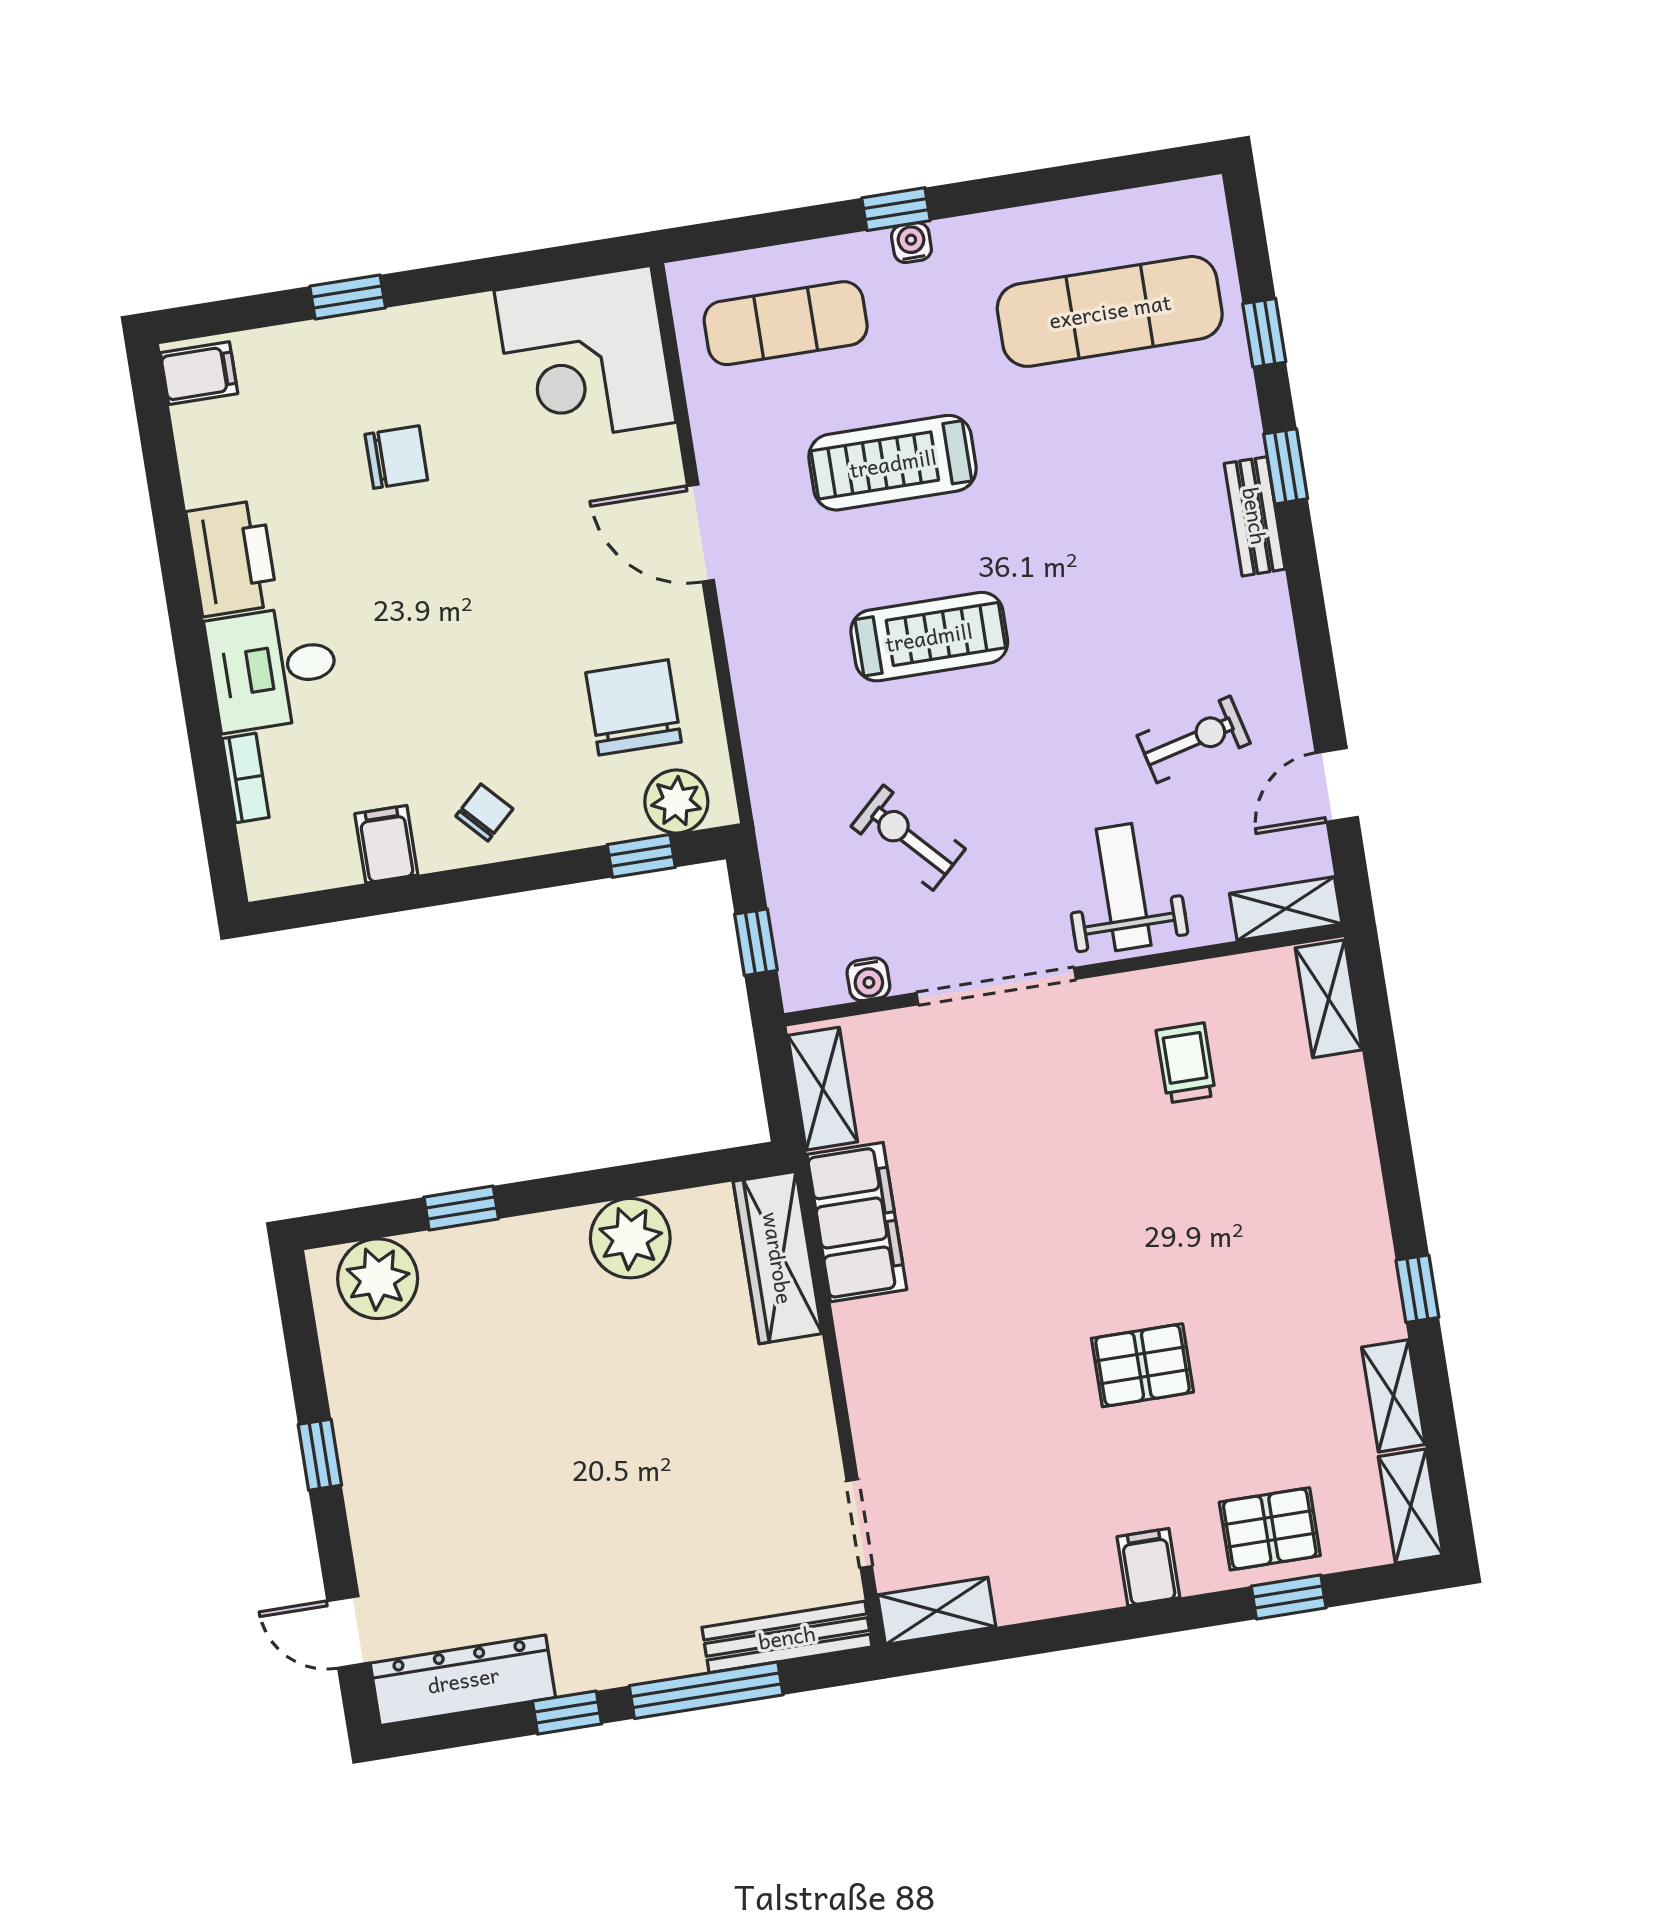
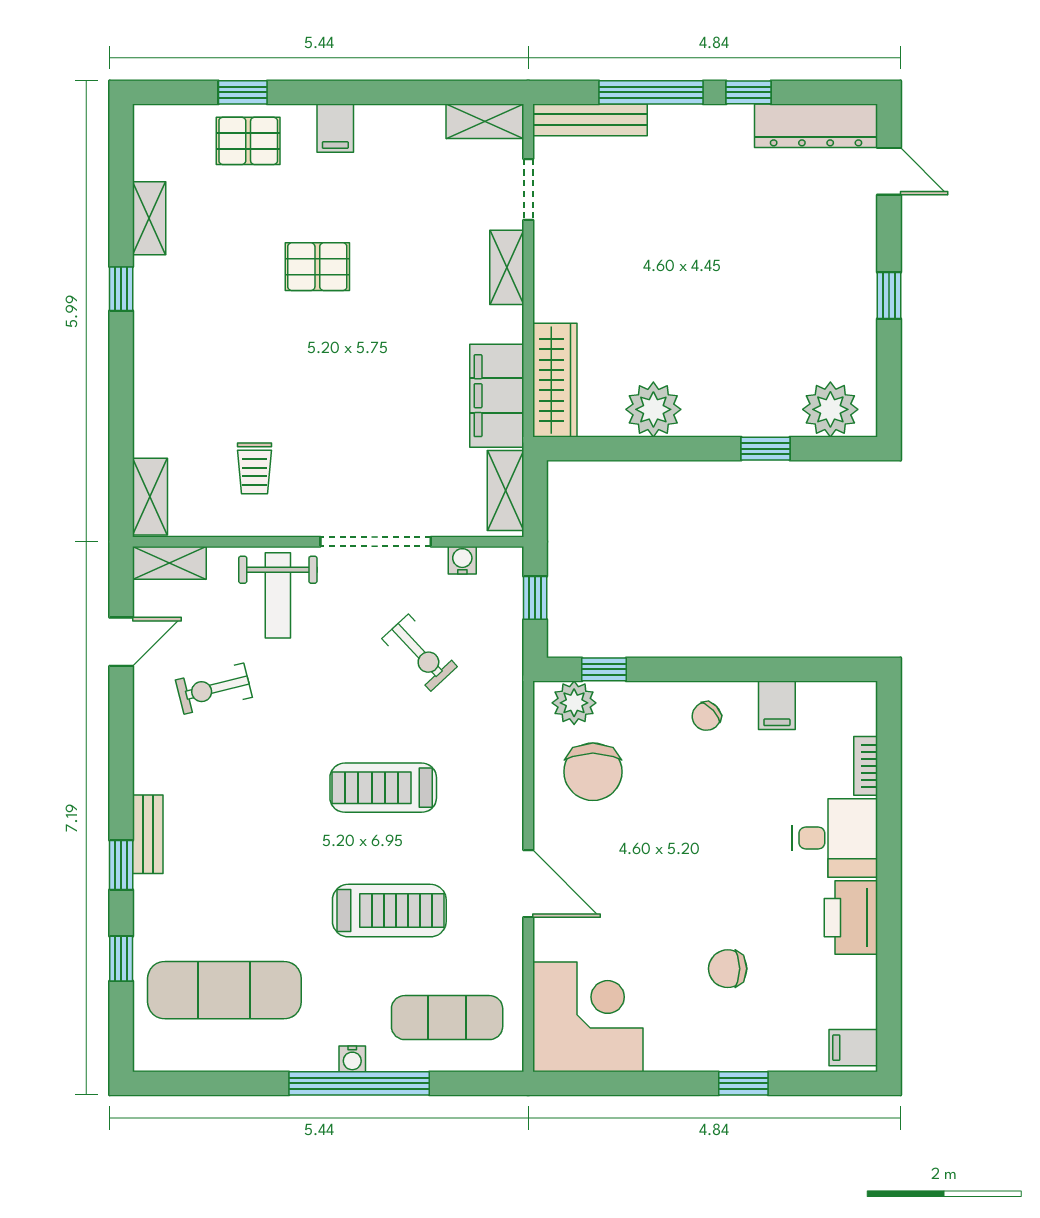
window: (896, 209) -> (359, 1083), width x3.17
shelving: (1411, 1506) -> (507, 267), moved

